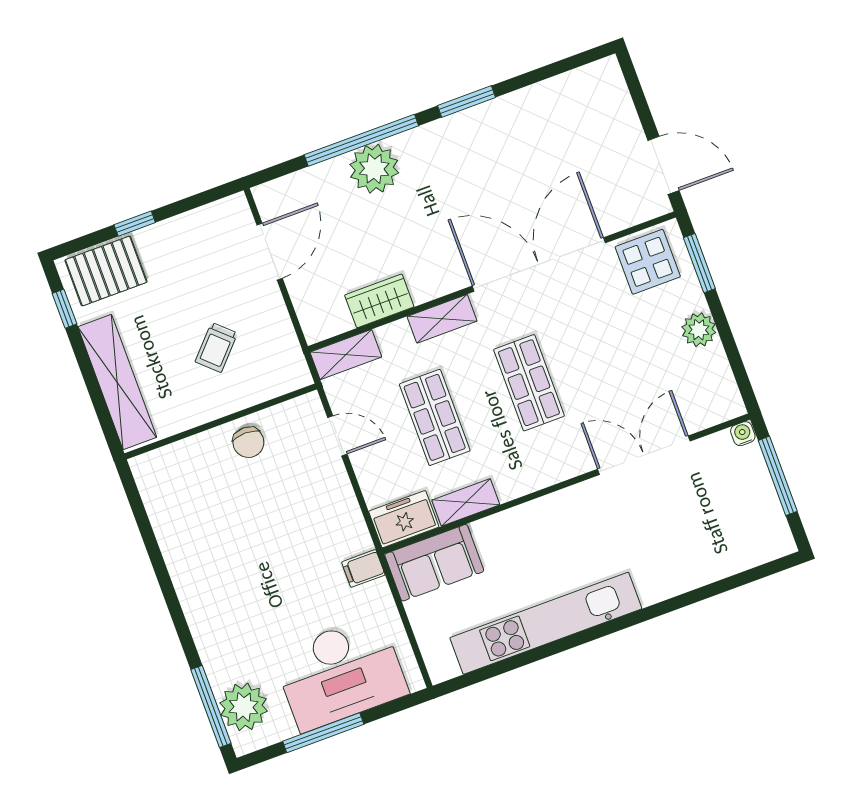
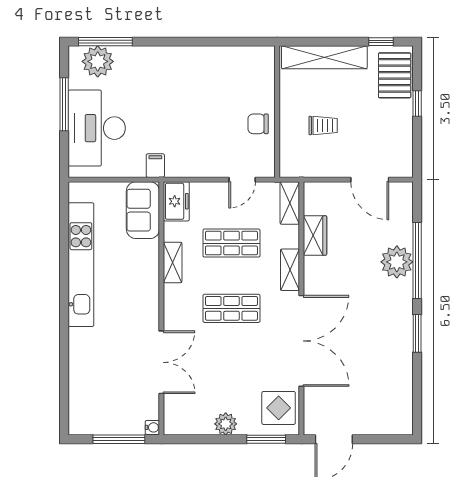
trolley: (216, 347) -> (323, 126), turned 137
shelving: (466, 502) -> (173, 262), moved

